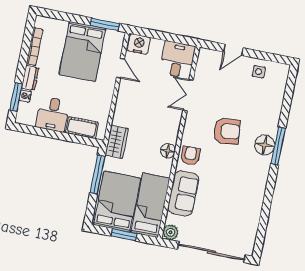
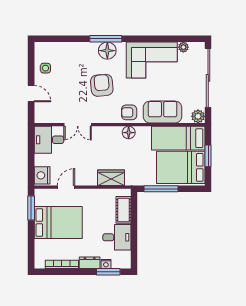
wardrobe: (117, 142) -> (111, 178), moved
corner sofa: (244, 193) -> (152, 60), added
plant: (252, 231) -> (183, 47), added

